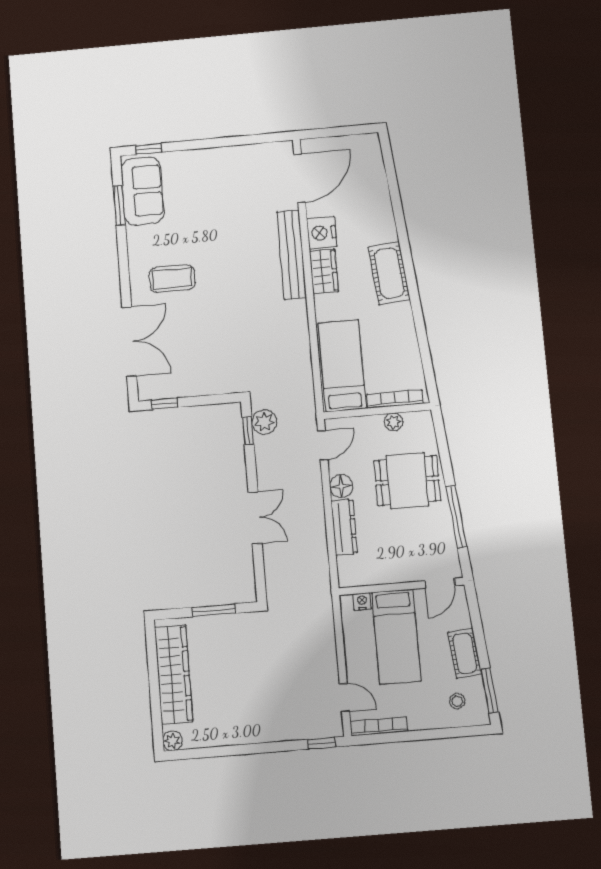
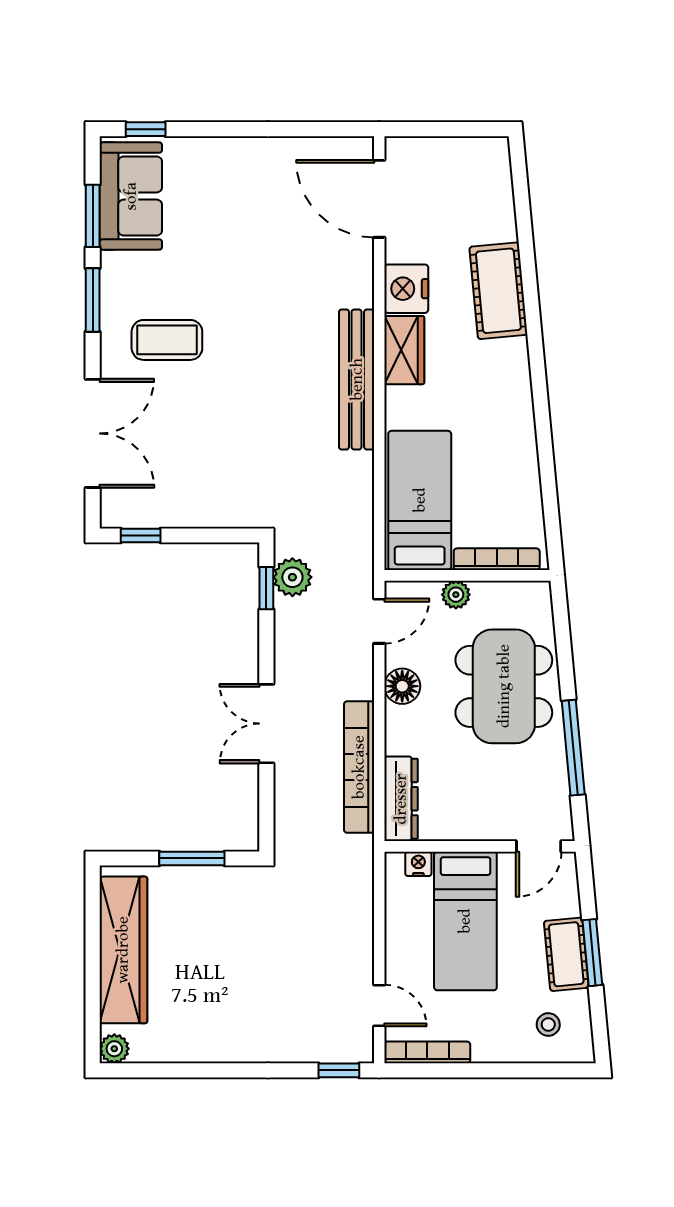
door: (300, 178) -> (379, 199), swing flipped
bench: (292, 255) -> (357, 379), moved
window: (123, 258) -> (93, 300), added
cot: (389, 273) -> (498, 291), moved
plant: (393, 422) -> (456, 595), moved
dining table: (407, 481) -> (504, 686), width x1.37
double door: (255, 518) -> (266, 724), swing flipped
dresser: (344, 527) -> (401, 799), moved
bookcase: (318, 541) -> (359, 767), added
window: (489, 691) -> (592, 953), moved

